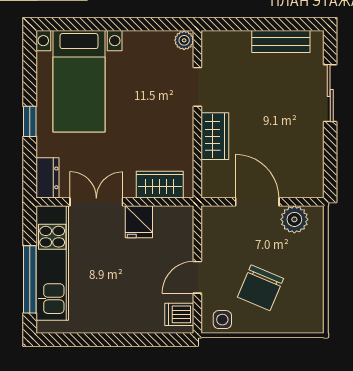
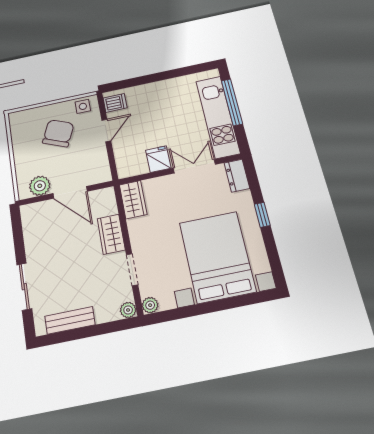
plant: (211, 40) -> (128, 310), added
bed with nightstands: (79, 81) -> (217, 257), width x1.36
wardrobe: (160, 185) -> (133, 200), moved, turned -90
double door: (96, 202) -> (194, 166), swing flipped

